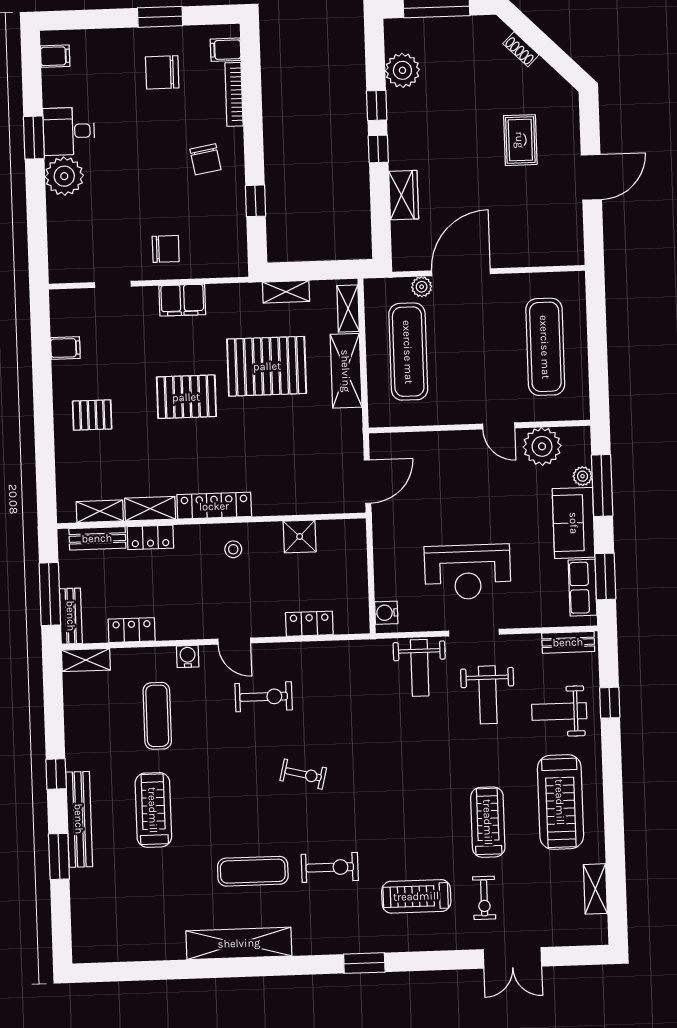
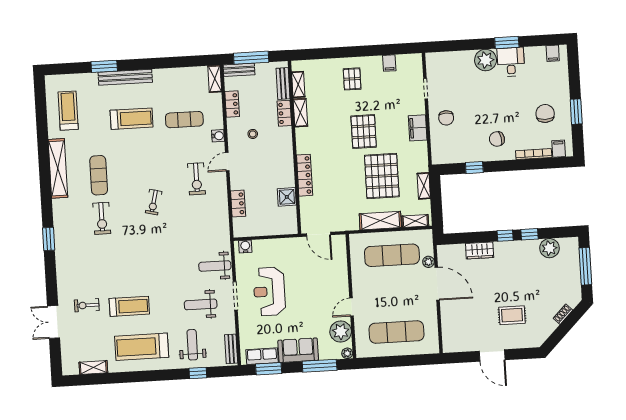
plant: (583, 476) -> (347, 353), moved
locker: (214, 506) -> (305, 175), moved
stool: (233, 549) -> (253, 134), moved
window: (56, 774) -> (150, 64), removed
treadmill: (416, 896) -> (68, 111), moved

